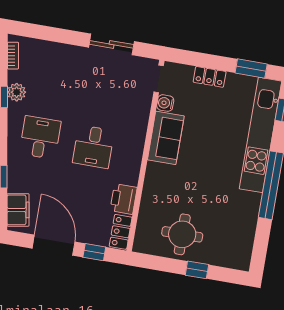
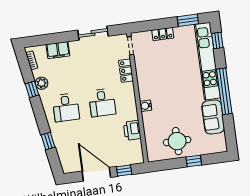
water cooler: (165, 103) -> (146, 106), moved
desk: (40, 137) -> (66, 108), turned 180
sofa: (166, 138) -> (213, 117), moved, turned 180
filing cabinet: (18, 210) -> (58, 50), moved, turned 100
locker: (121, 232) -> (126, 71), moved

